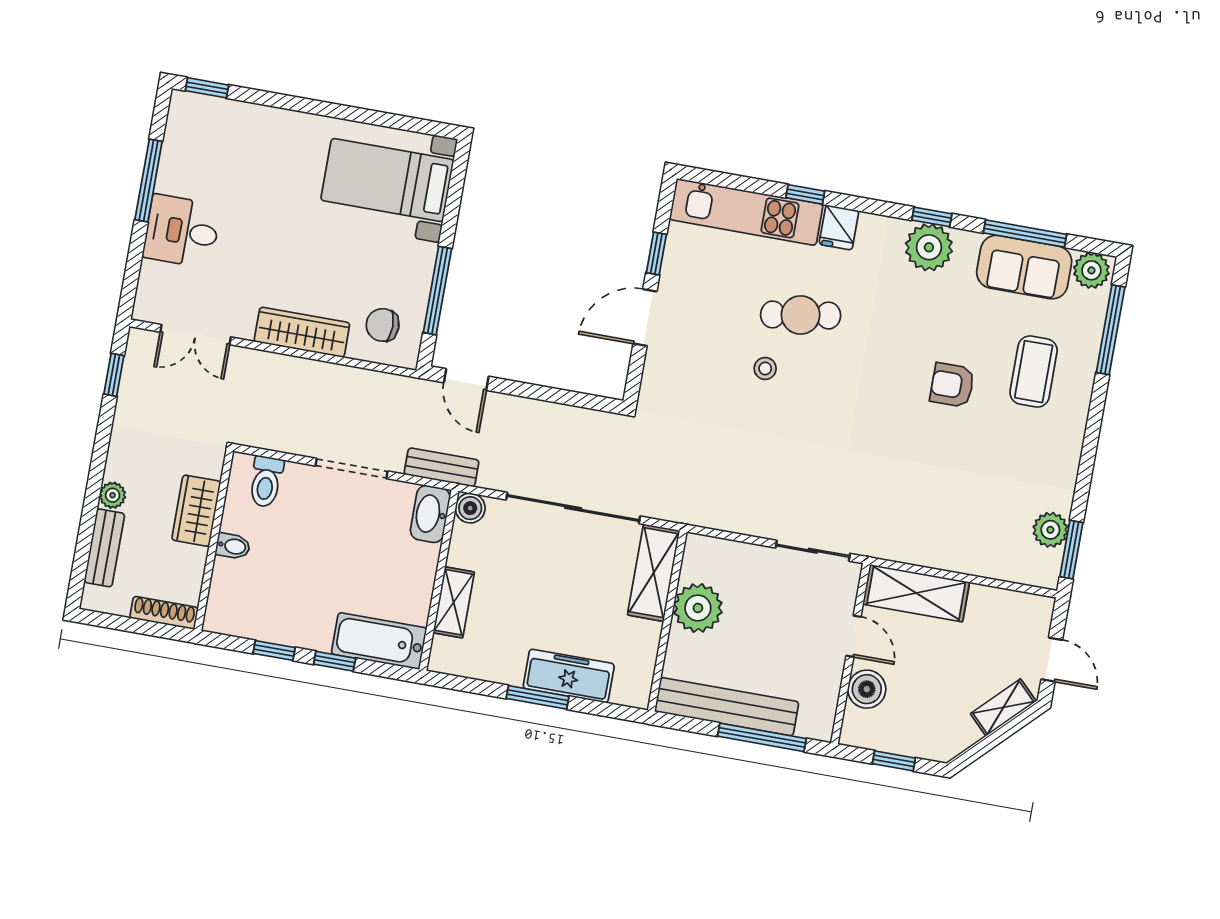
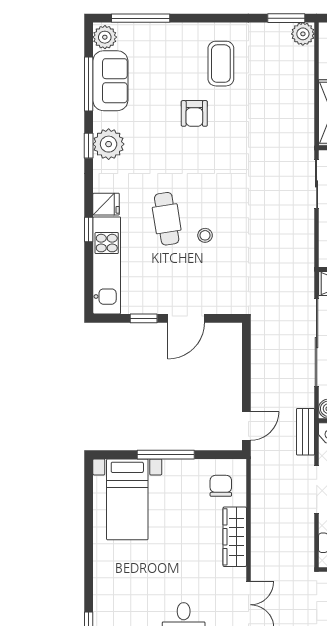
window: (437, 291) -> (166, 455), moved
door: (645, 317) -> (186, 318), hinge flipped
chair: (383, 325) -> (221, 486), turned 180
coffee table: (1034, 372) -> (221, 64), moved, turned 90
plant: (1050, 530) -> (303, 34), moved

